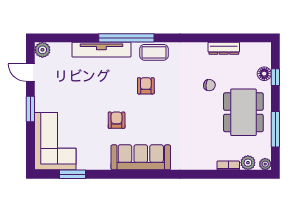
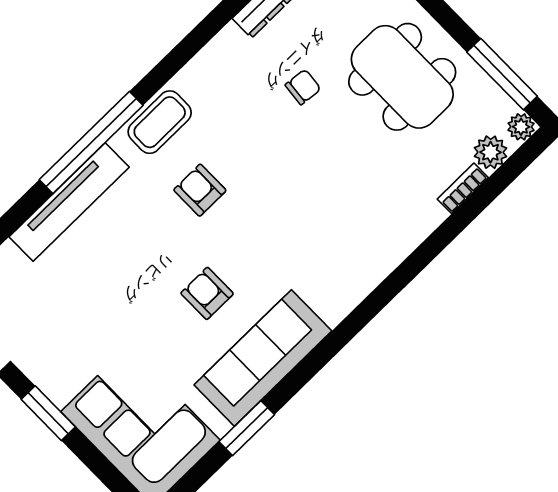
window: (275, 129) -> (502, 74), moved
sofa: (141, 157) -> (263, 358), moved
window: (73, 174) -> (247, 428), moved

